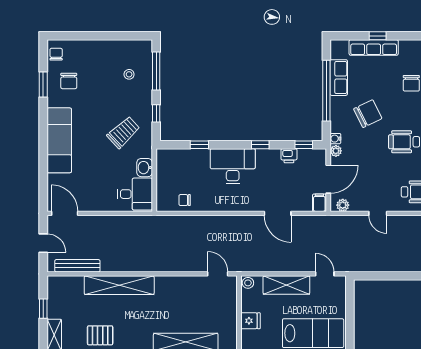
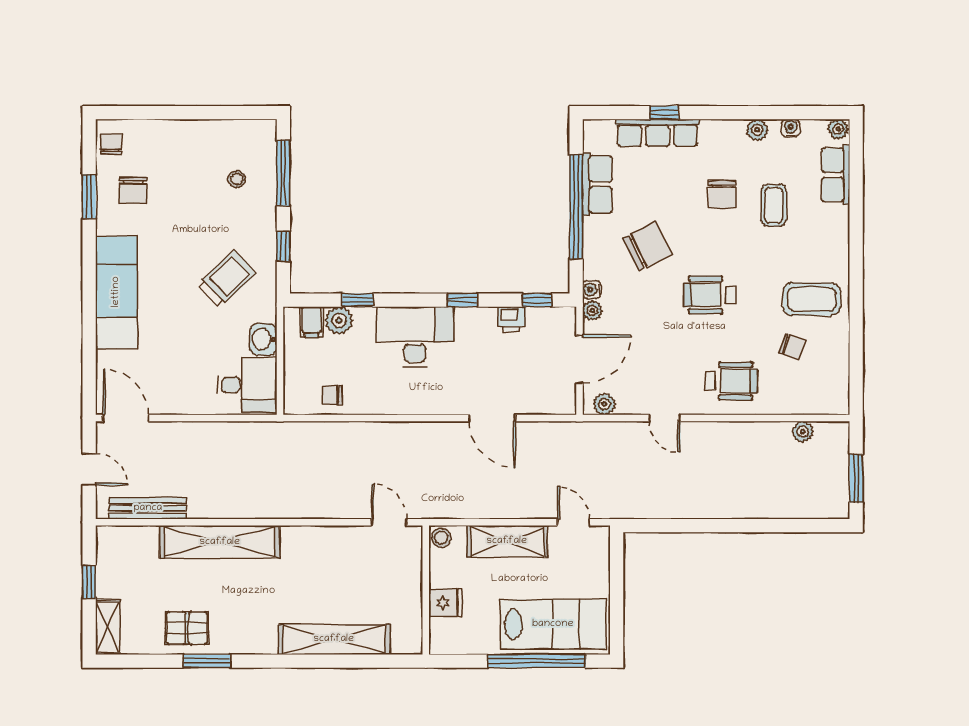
plant: (188, 157) -> (339, 320), added
filing cabinet: (319, 203) -> (311, 322), moved, turned 180

